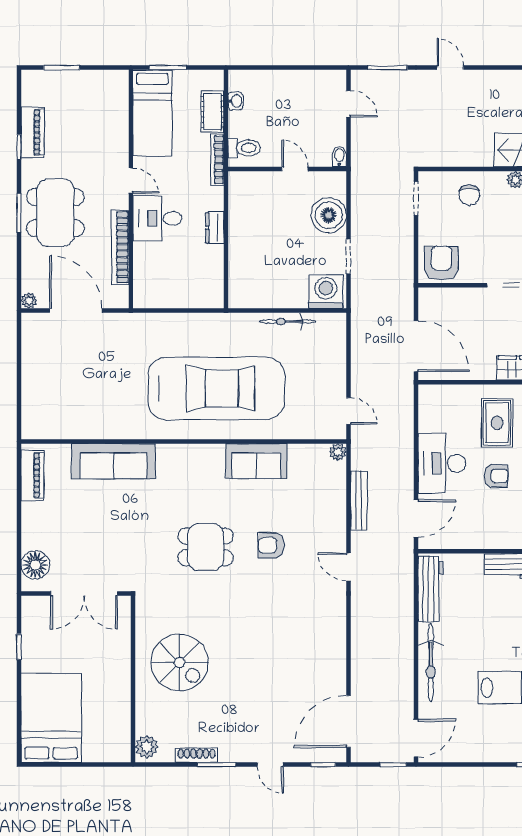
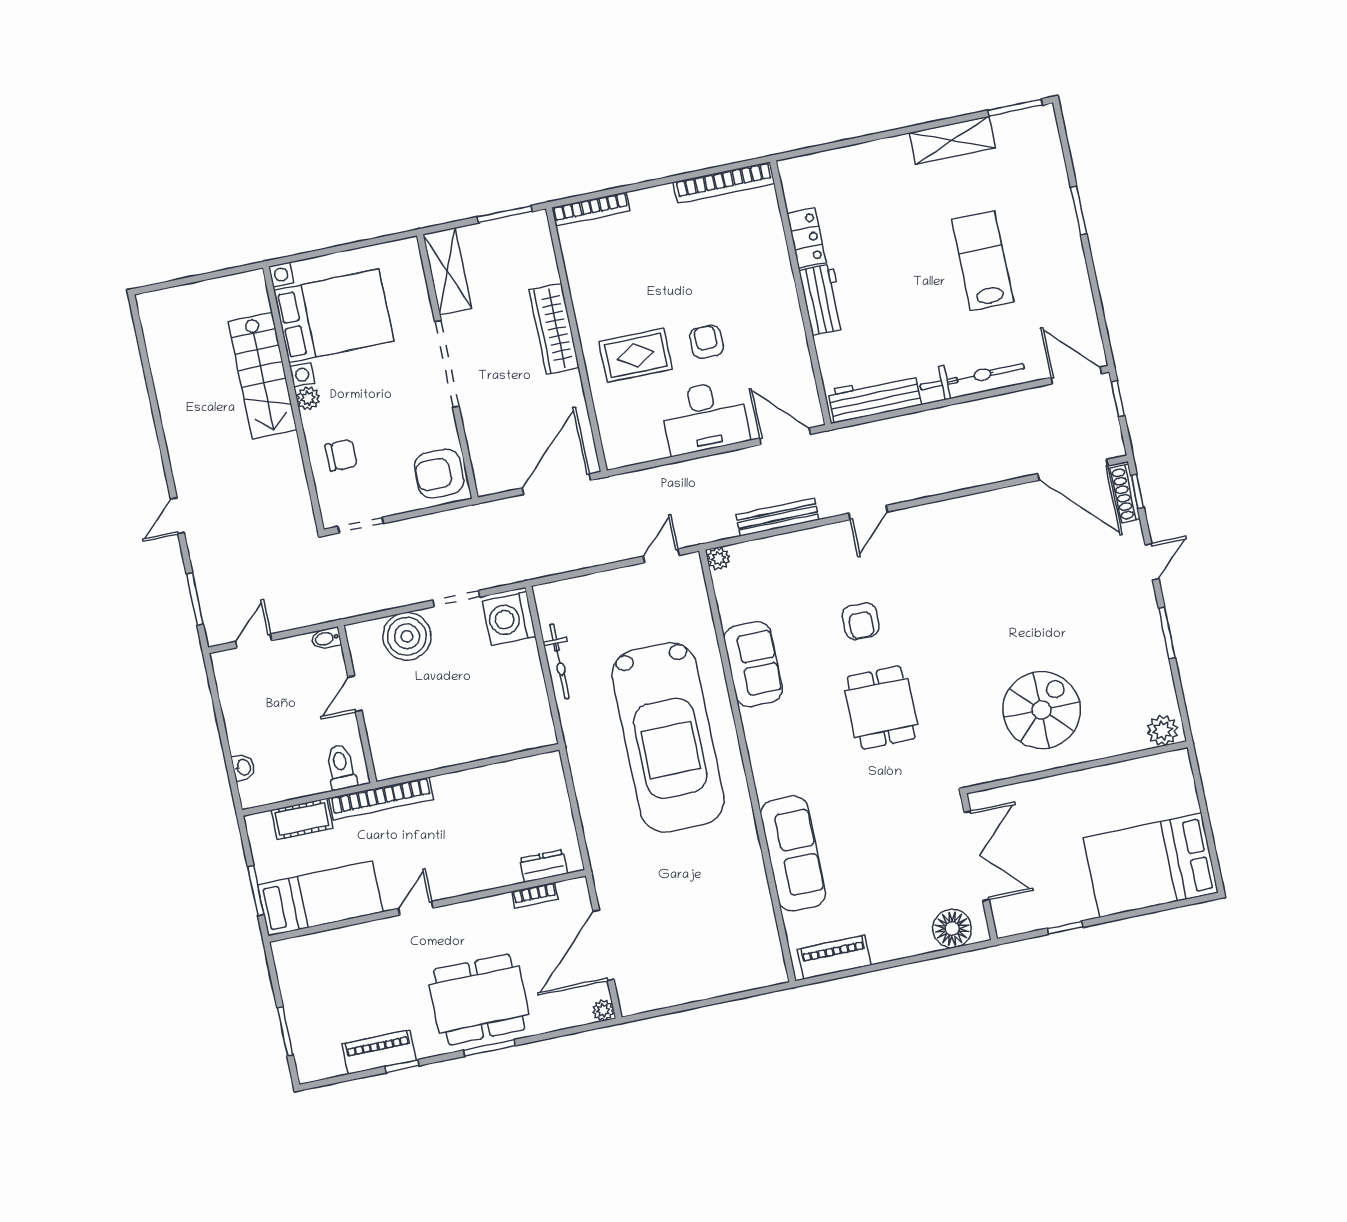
washbasin: (236, 101) -> (243, 767), moved, turned 90
bookcase: (217, 160) -> (381, 799), width x1.48, depth x1.31
desk: (157, 218) -> (459, 862), removed
dresser: (215, 228) -> (544, 866), moved, turned 180
bookcase: (120, 247) -> (535, 895), width x0.43, depth x0.76
car: (216, 388) -> (668, 737), turned 180
shoe rack: (197, 755) -> (1125, 493), moved

